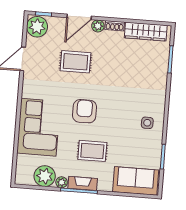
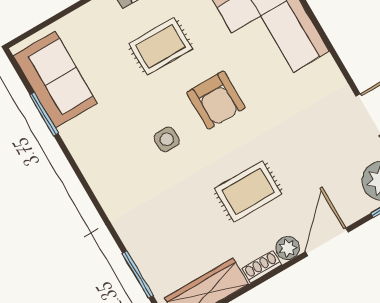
rug: (75, 62) -> (248, 191), moved
side table: (147, 123) -> (167, 139), moved
sofa: (136, 181) -> (55, 80), moved, turned -90

